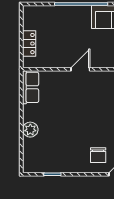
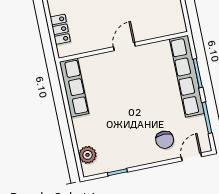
row of seats: (31, 87) -> (74, 88), width x1.48
plant: (30, 130) -> (88, 155), moved

